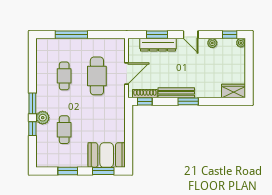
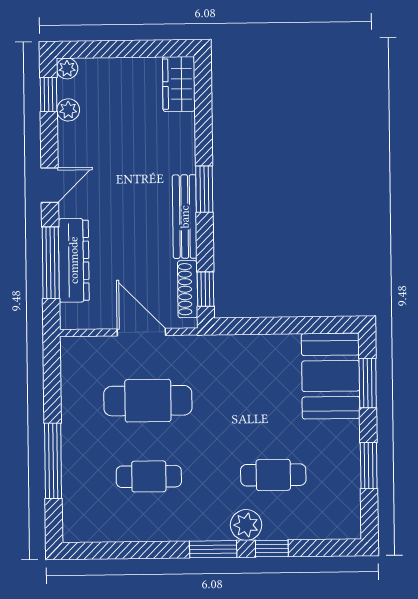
window: (157, 35) -> (51, 263), width x1.44
plant: (212, 43) -> (68, 110), moved

